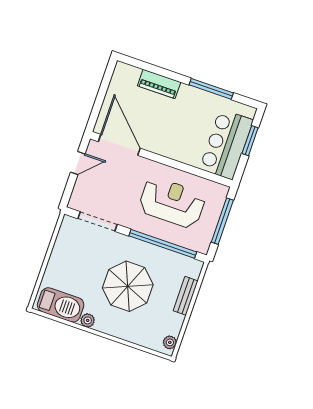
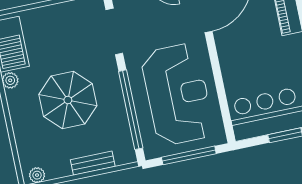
reception desk: (172, 202) -> (177, 94), width x1.36, depth x1.30

